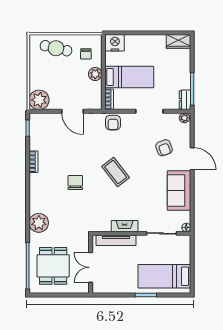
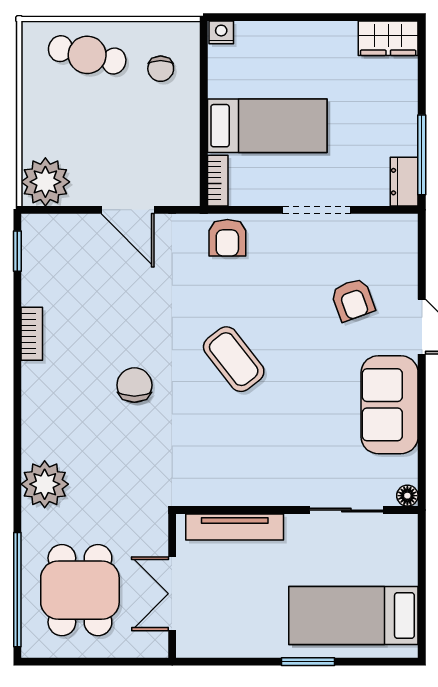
nightstand: (115, 43) -> (221, 32), width x0.53, depth x0.56
plant: (95, 74) -> (184, 118), removed
plant: (184, 118) -> (403, 226), removed
fireplace: (125, 226) -> (256, 492), removed

